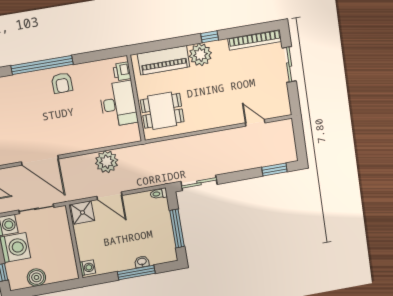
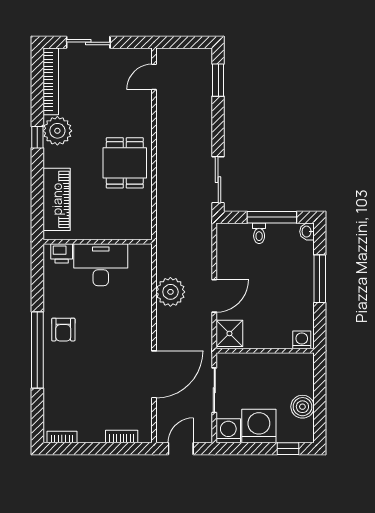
plant: (200, 55) -> (57, 131), moved
armchair: (62, 83) -> (63, 330), turned 91
dining table: (162, 111) -> (125, 163), moved
door: (255, 123) -> (154, 77), moved
toilet: (159, 194) -> (259, 233), moved
washbasin: (142, 262) -> (307, 232), moved

